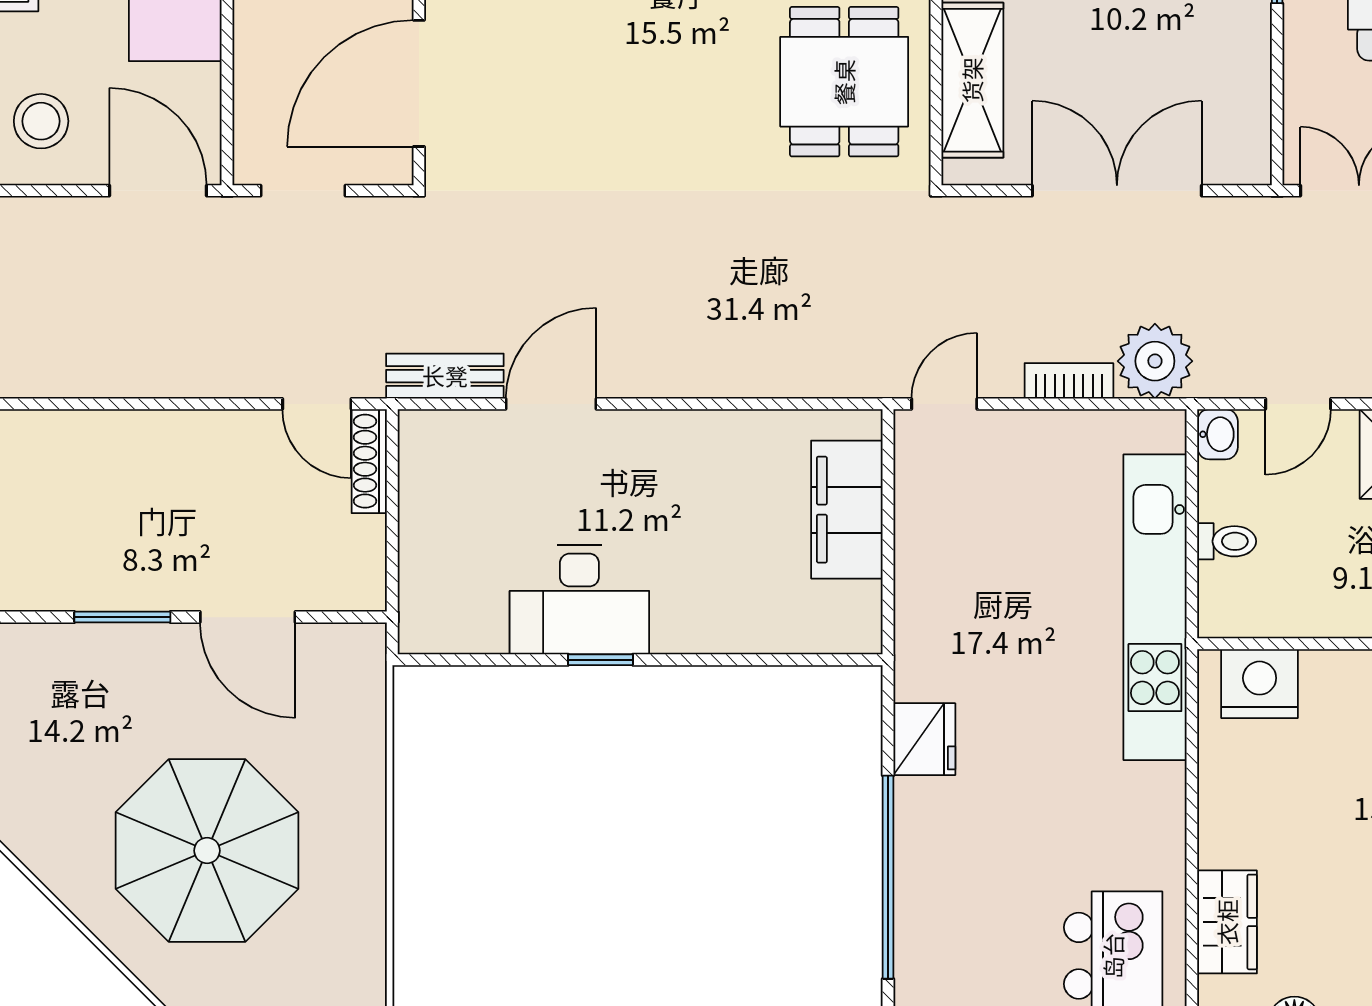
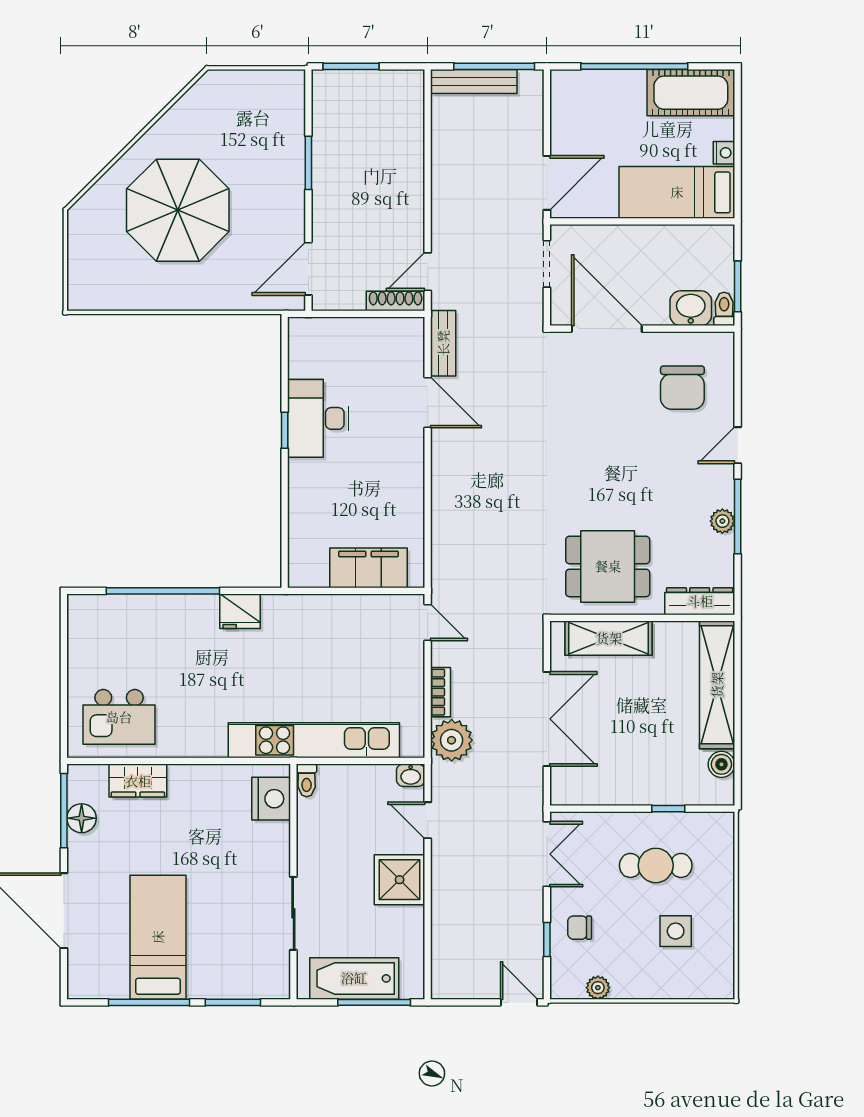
stool: (41, 121) -> (586, 117), removed
toilet: (1227, 541) -> (307, 780), moved
door: (248, 617) -> (308, 269), moved

